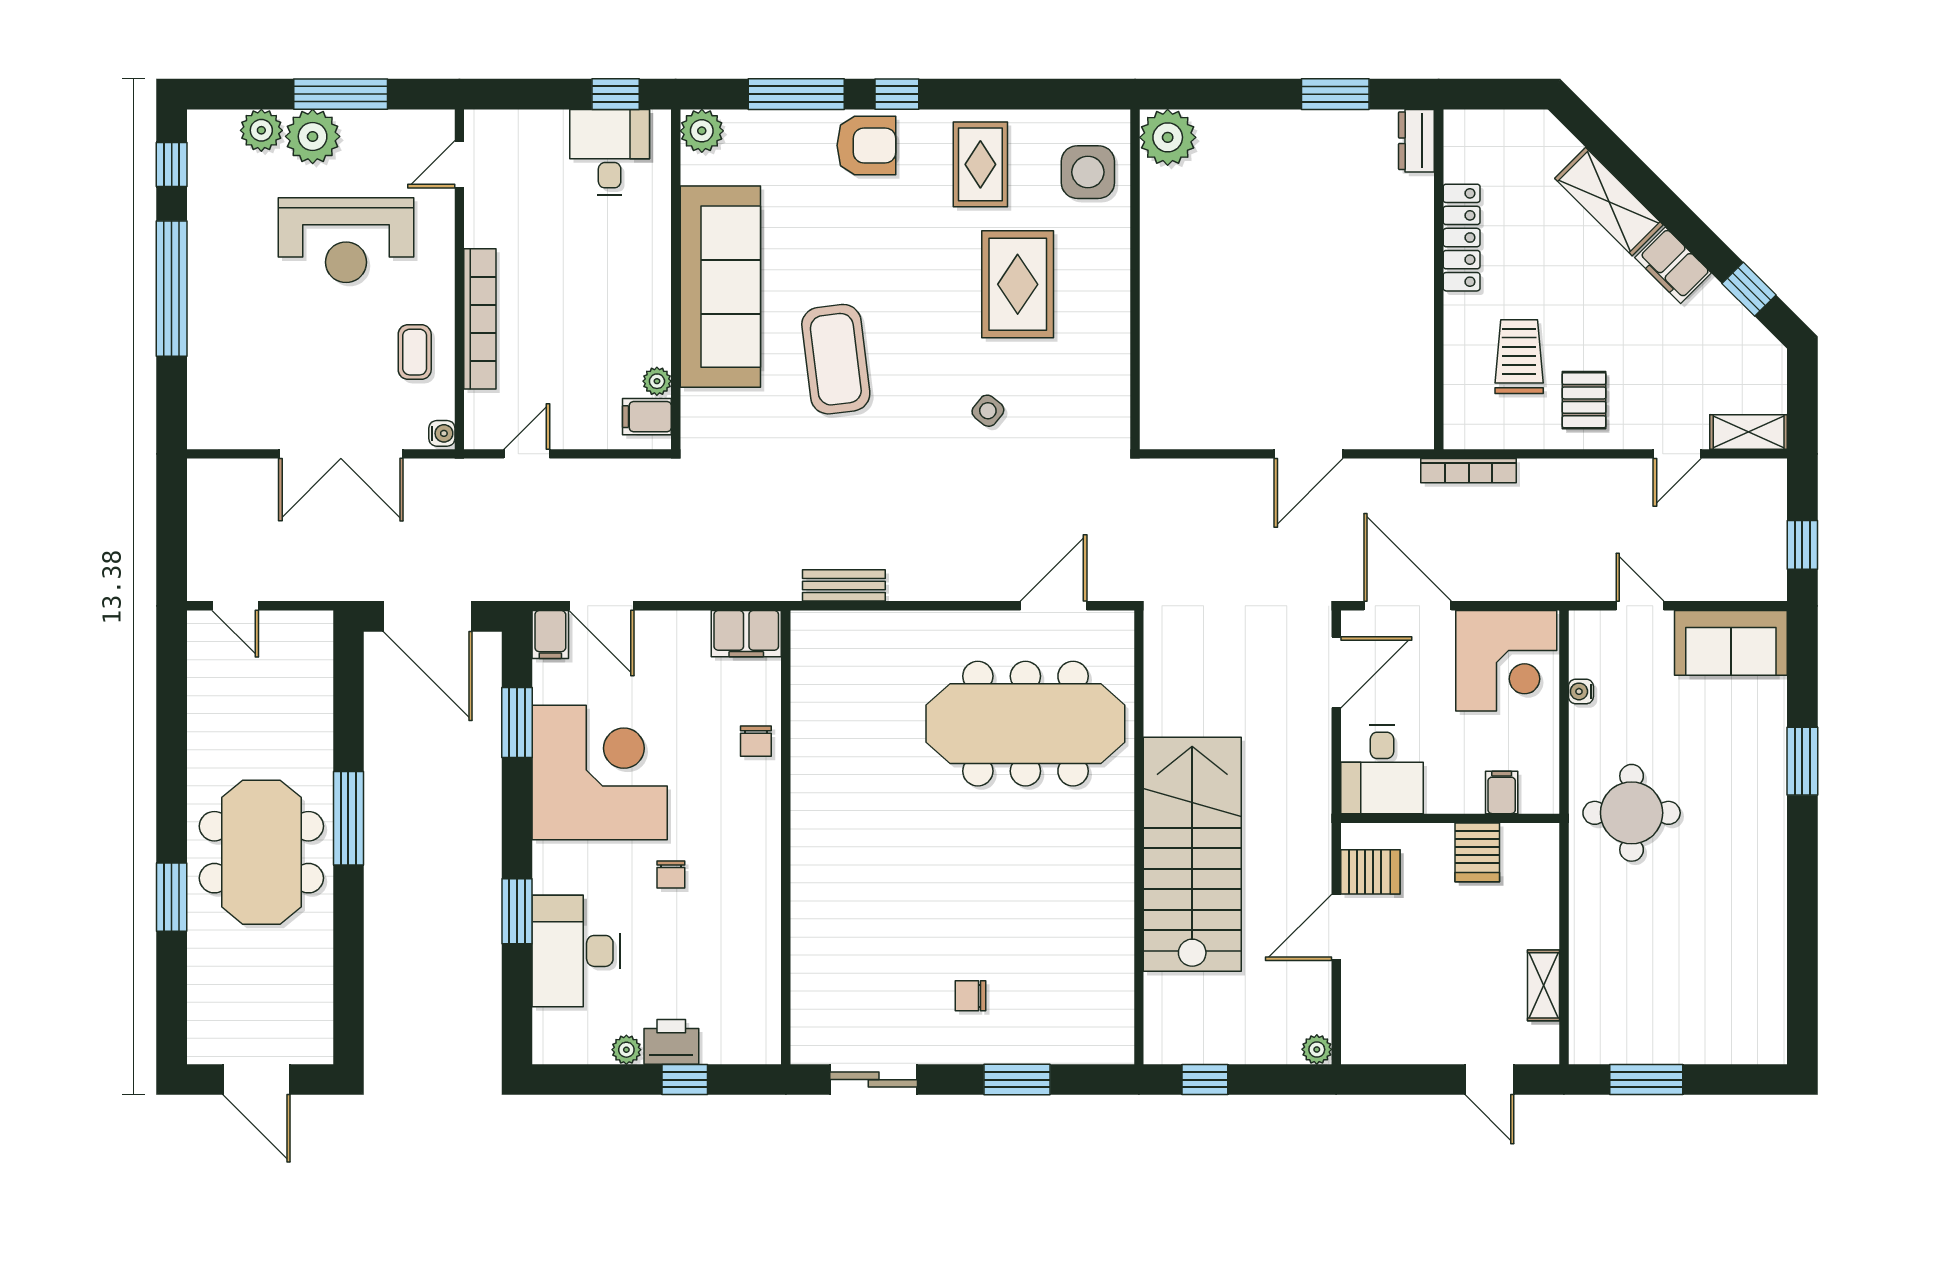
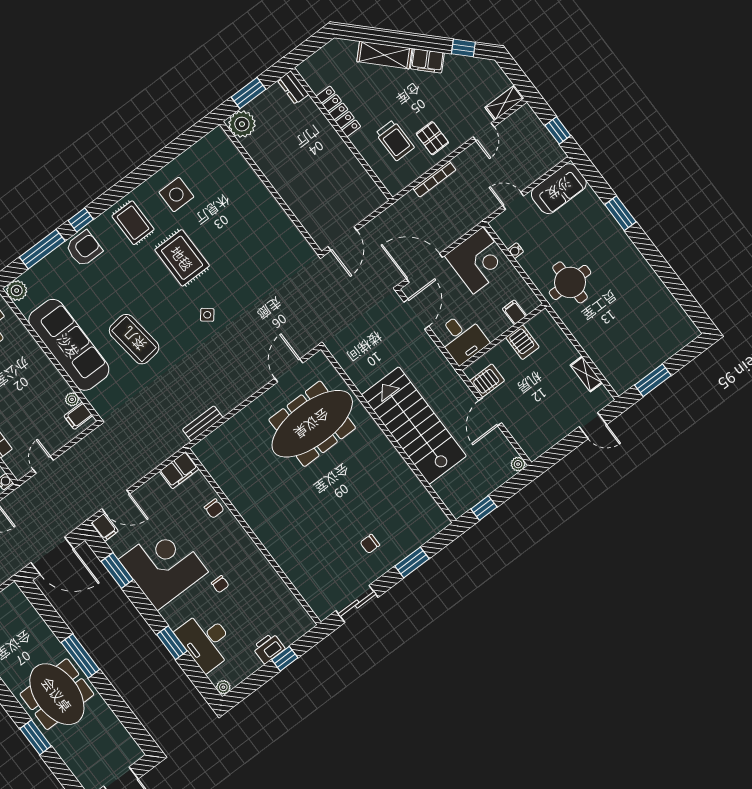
plant: (1168, 137) -> (242, 124), moved
wall: (1135, 279) -> (271, 188), moved
trolley: (1519, 357) -> (395, 140), turned 180
bookcase: (1469, 471) -> (434, 179), moved
plant: (626, 1050) -> (223, 687), moved

